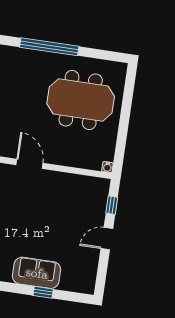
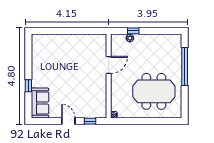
meeting table: (81, 100) -> (154, 91), turned 90
sofa: (37, 273) -> (40, 103), moved

